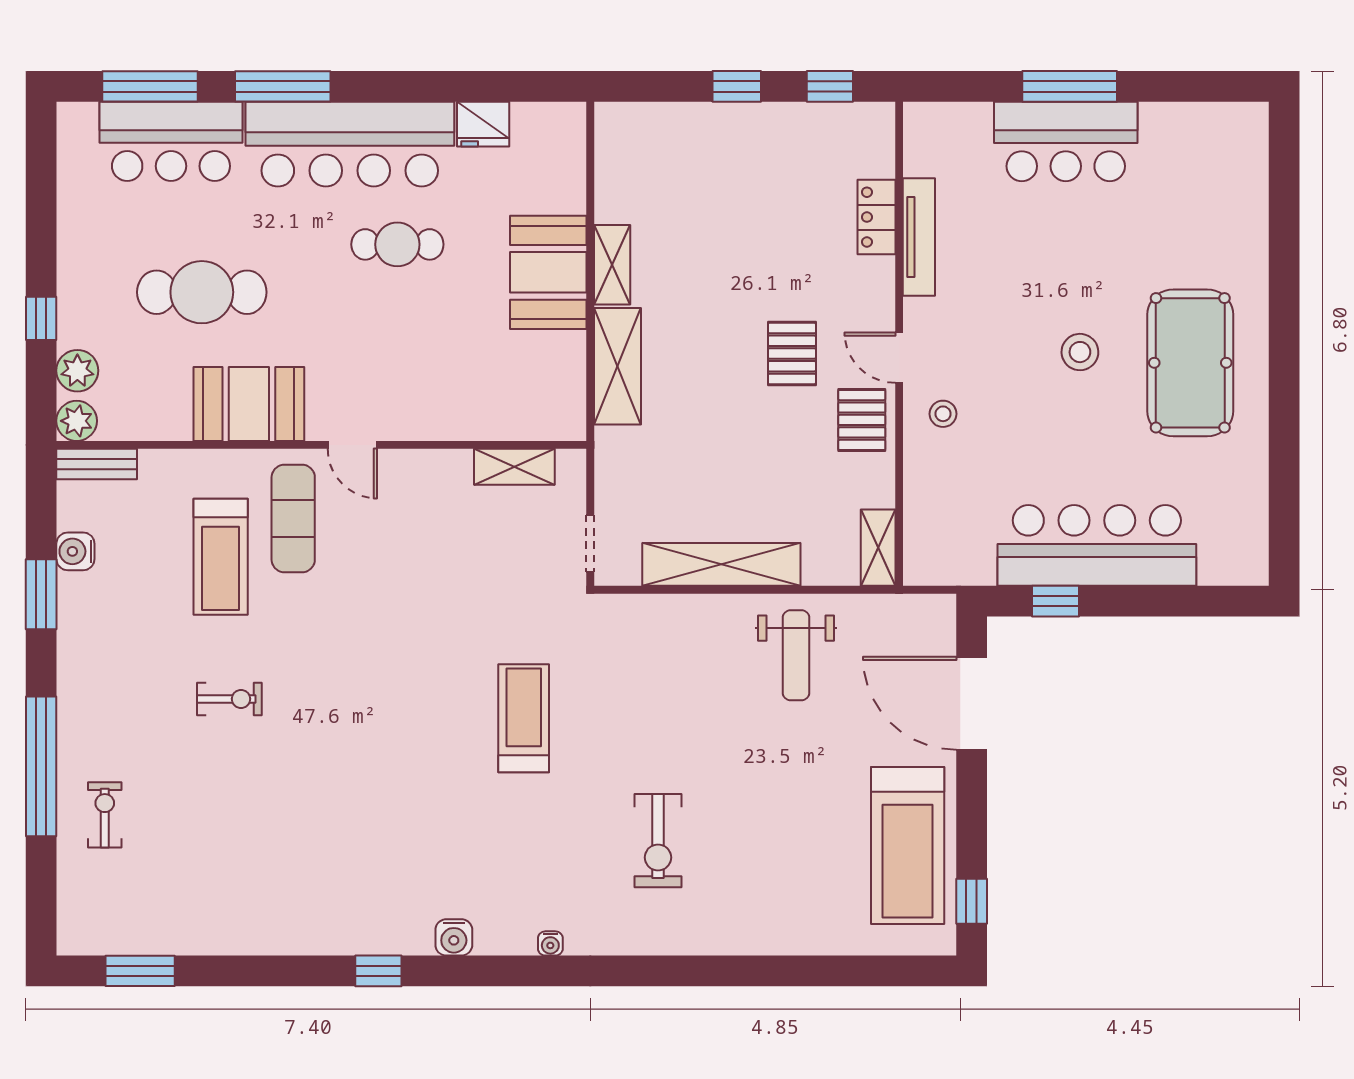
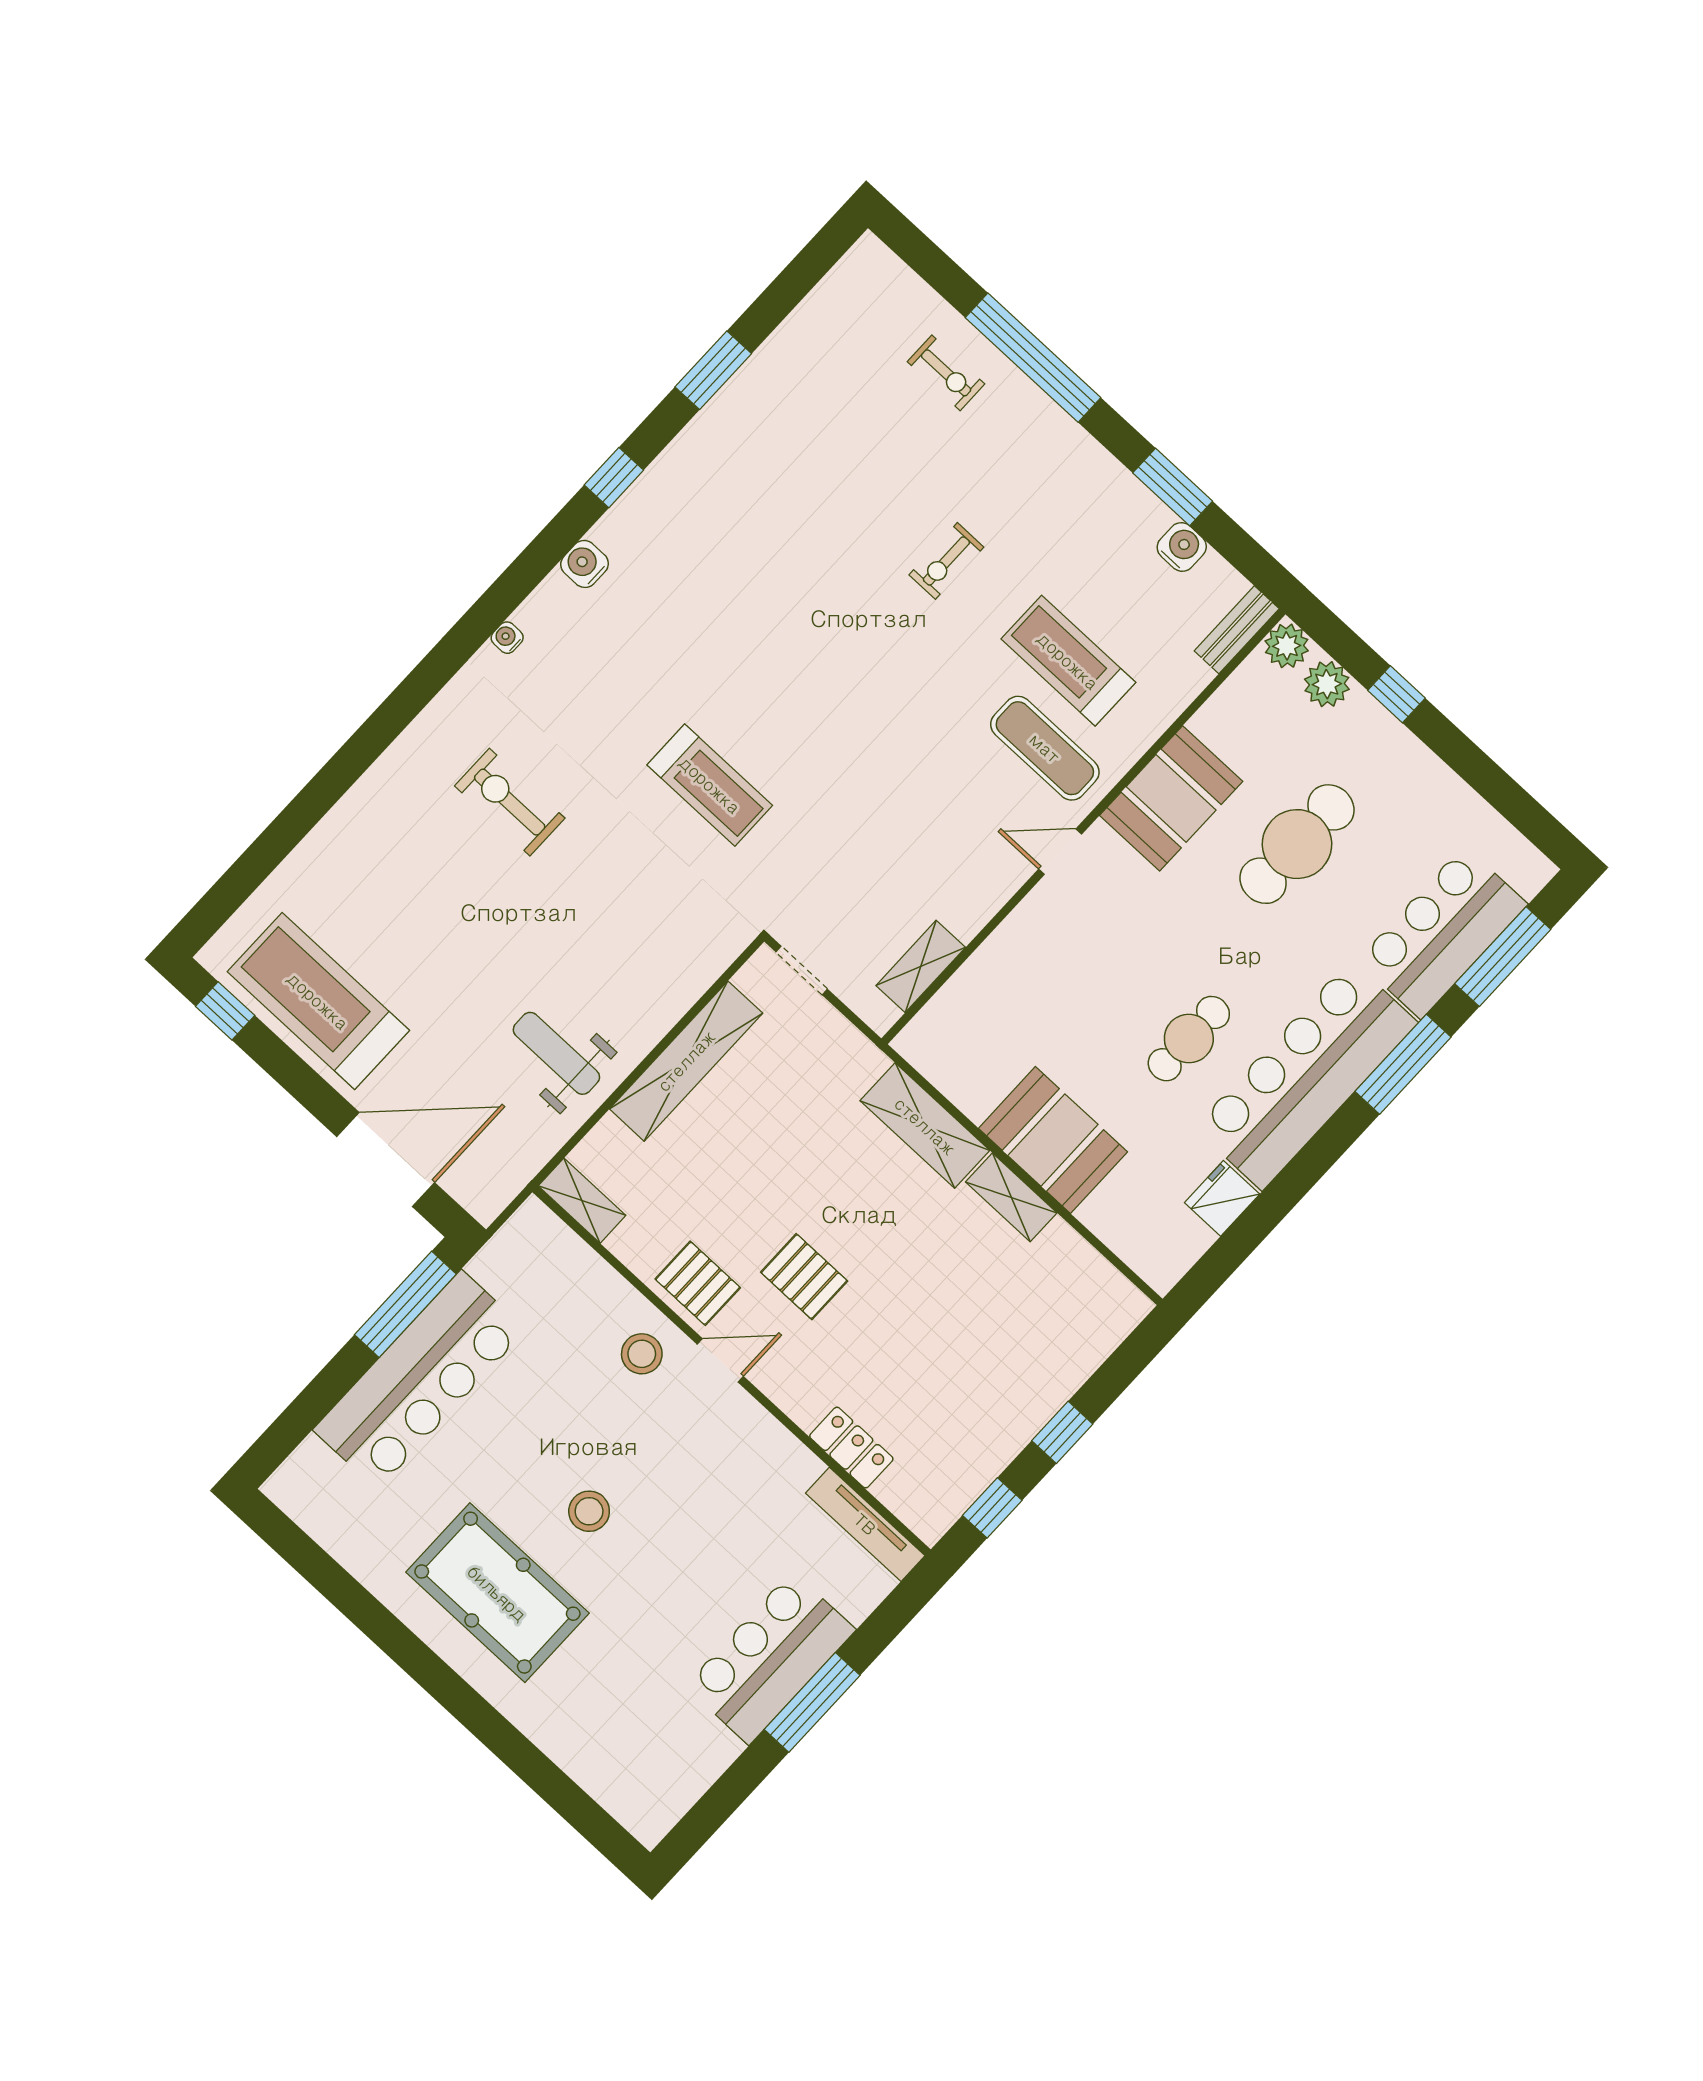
tv unit: (919, 237) -> (865, 1524), moved
stool: (943, 414) -> (642, 1354), width x1.37, depth x1.37
window: (1056, 601) -> (405, 1304), width x2.17
window: (140, 971) -> (713, 370), moved

